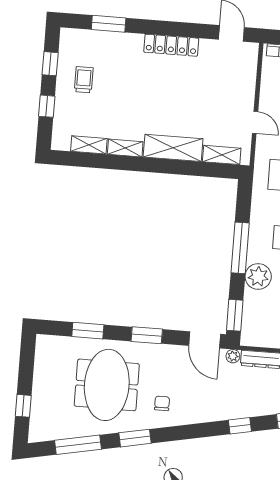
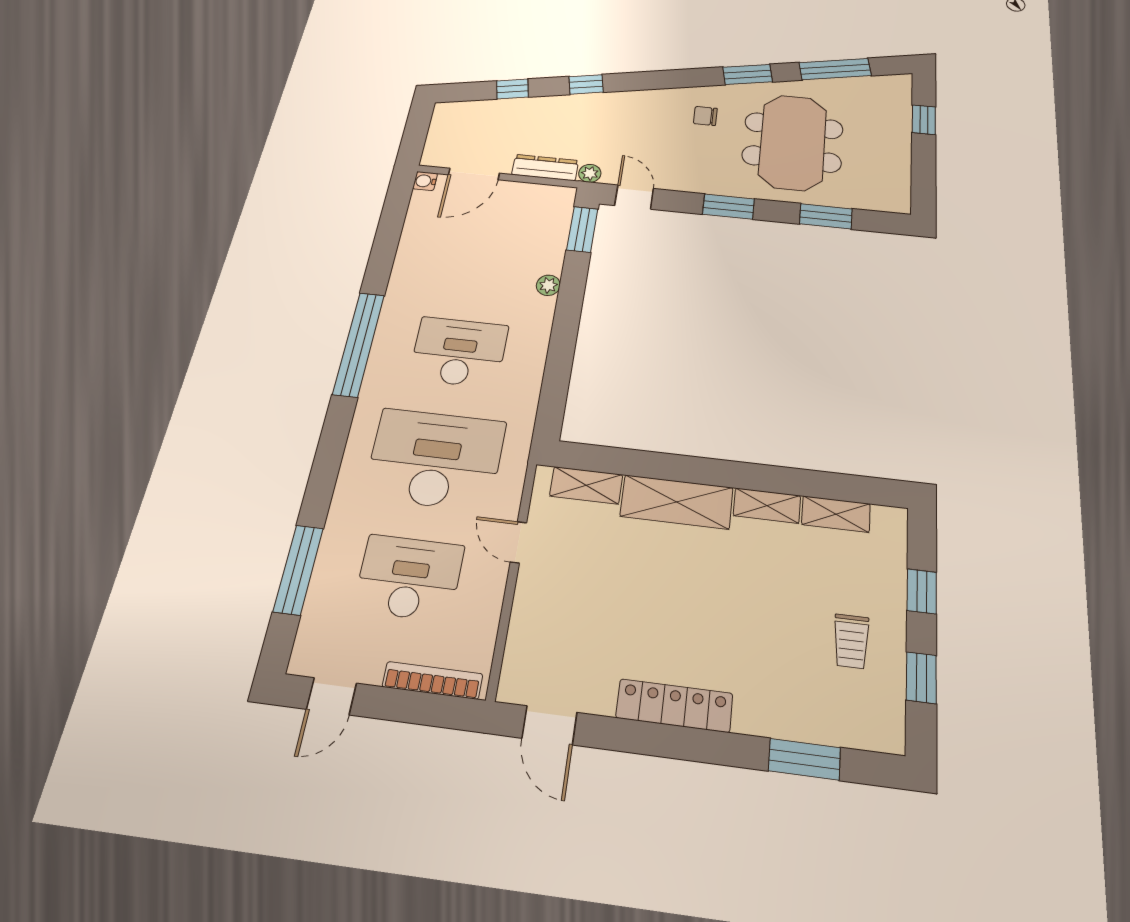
window: (240, 248) -> (565, 329), removed
plant: (258, 276) -> (548, 285), width x0.53, depth x0.53
door: (205, 340) -> (634, 197), width x0.73
chair: (162, 403) -> (705, 116), turned 90

